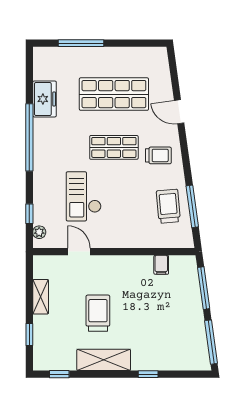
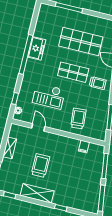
freezer: (44, 99) -> (37, 48), moved
checkout: (84, 196) -> (49, 96), turned -90
trolley: (168, 206) -> (78, 119), moved

